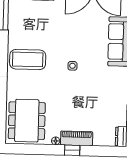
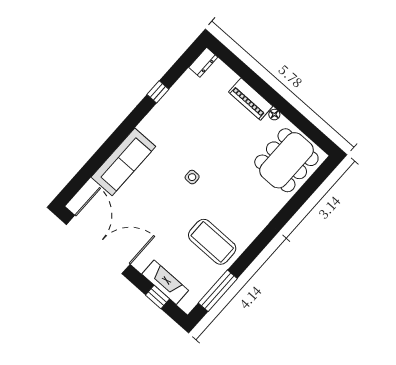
coffee table: (28, 59) -> (212, 242), moved
window: (72, 150) -> (265, 91), removed

